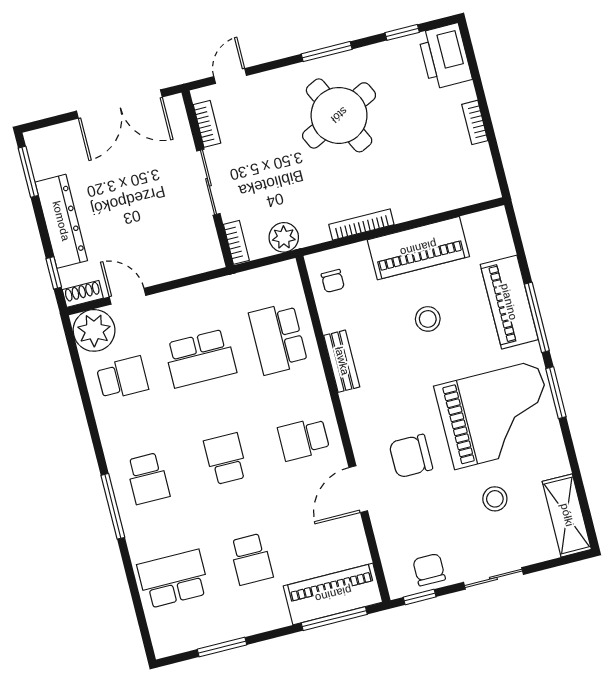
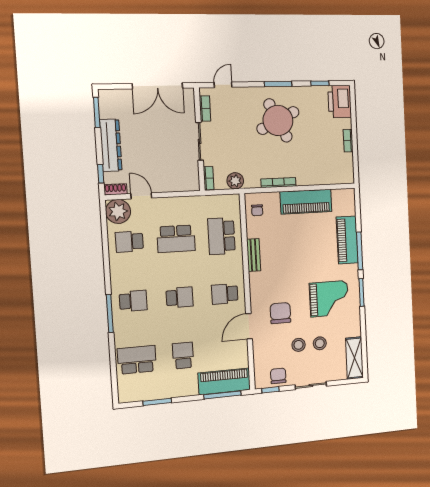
stool: (428, 319) -> (299, 345), moved
school desk: (122, 378) -> (129, 242), turned 180
grand piano: (496, 415) -> (329, 299), width x0.73, depth x0.68
chair: (411, 456) -> (280, 313), turned 90
school desk: (226, 459) -> (180, 297), turned 90
school desk: (148, 478) -> (133, 301), turned -90
school desk: (251, 559) -> (183, 355), turned 180

